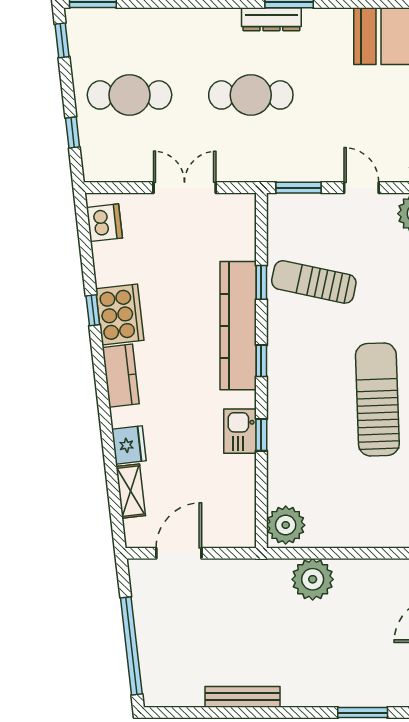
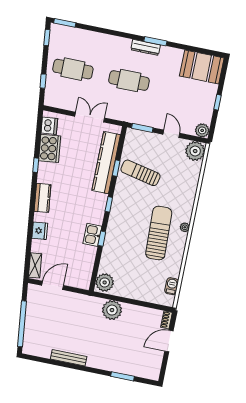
cooker: (120, 315) -> (50, 148), moved
kitchen counter: (238, 326) -> (106, 163), moved
shelving: (131, 491) -> (35, 265), moved

